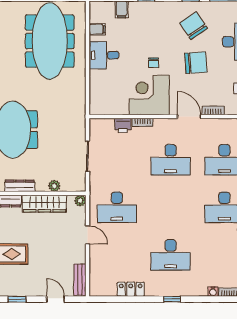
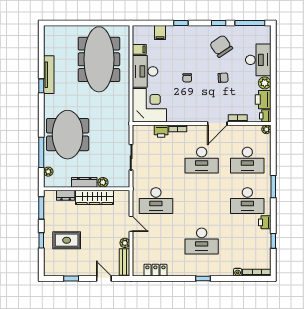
desk: (104, 55) -> (145, 71), width x1.37
chair: (196, 63) -> (223, 78), width x0.54, depth x0.54
corner desk: (149, 95) -> (149, 105), moved, turned 90
door: (189, 117) -> (217, 123), swing flipped
dresser: (20, 186) -> (84, 182), moved
plant: (80, 201) -> (125, 243), moved
locker: (131, 289) -> (155, 270), moved

